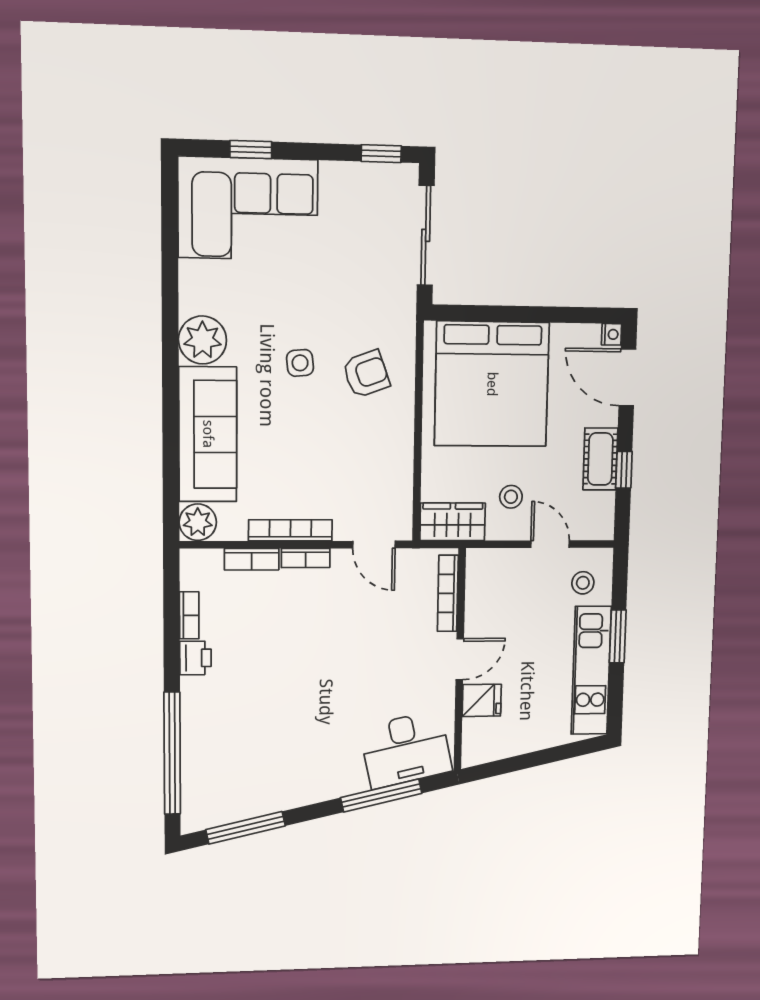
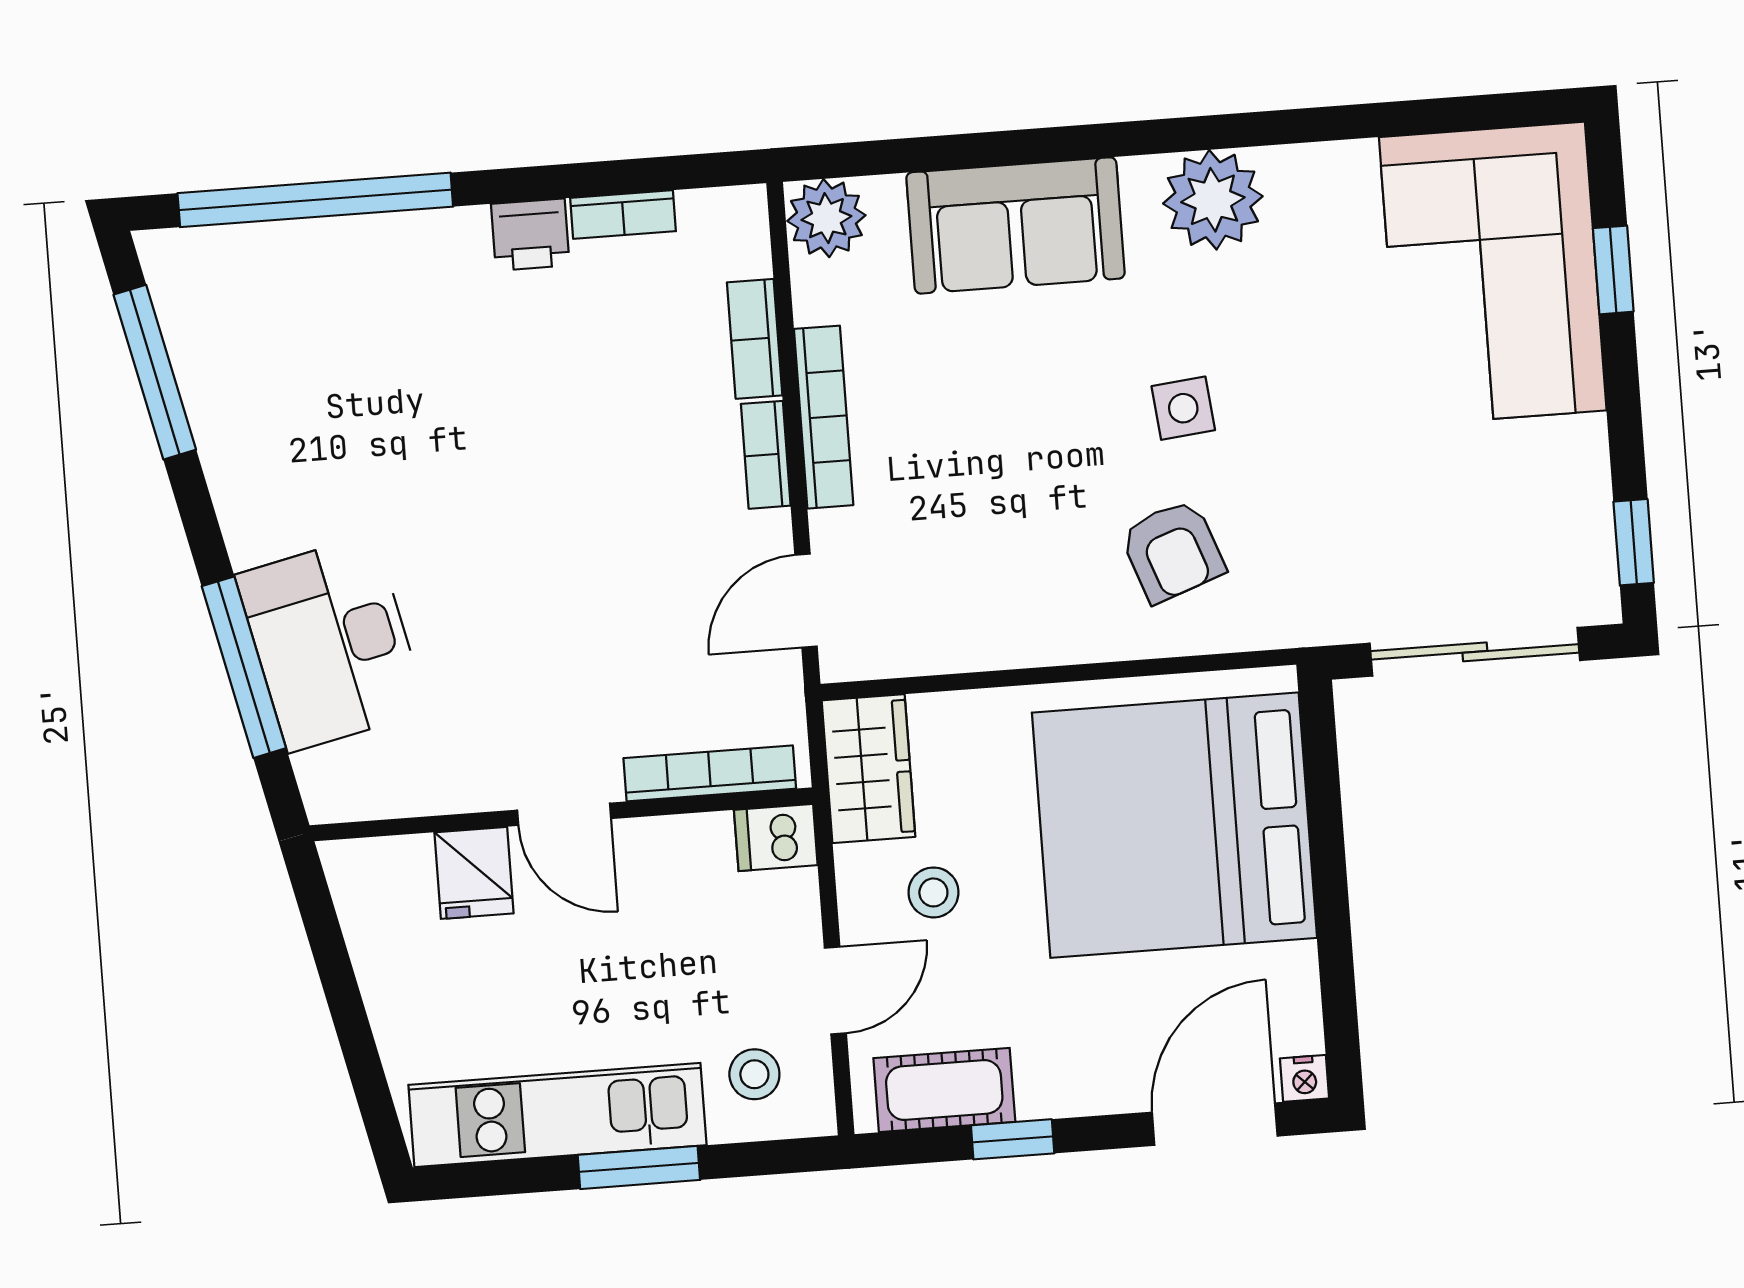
sofa: (208, 434) -> (1016, 225), width x0.73
cot: (600, 459) -> (944, 1090), moved
dishwasher: (479, 566) -> (776, 837), added
desk: (406, 749) -> (331, 643), moved

